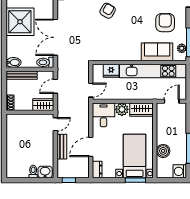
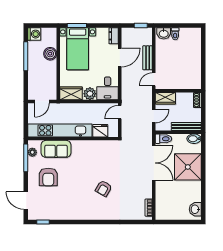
shower: (20, 22) -> (188, 167), moved

